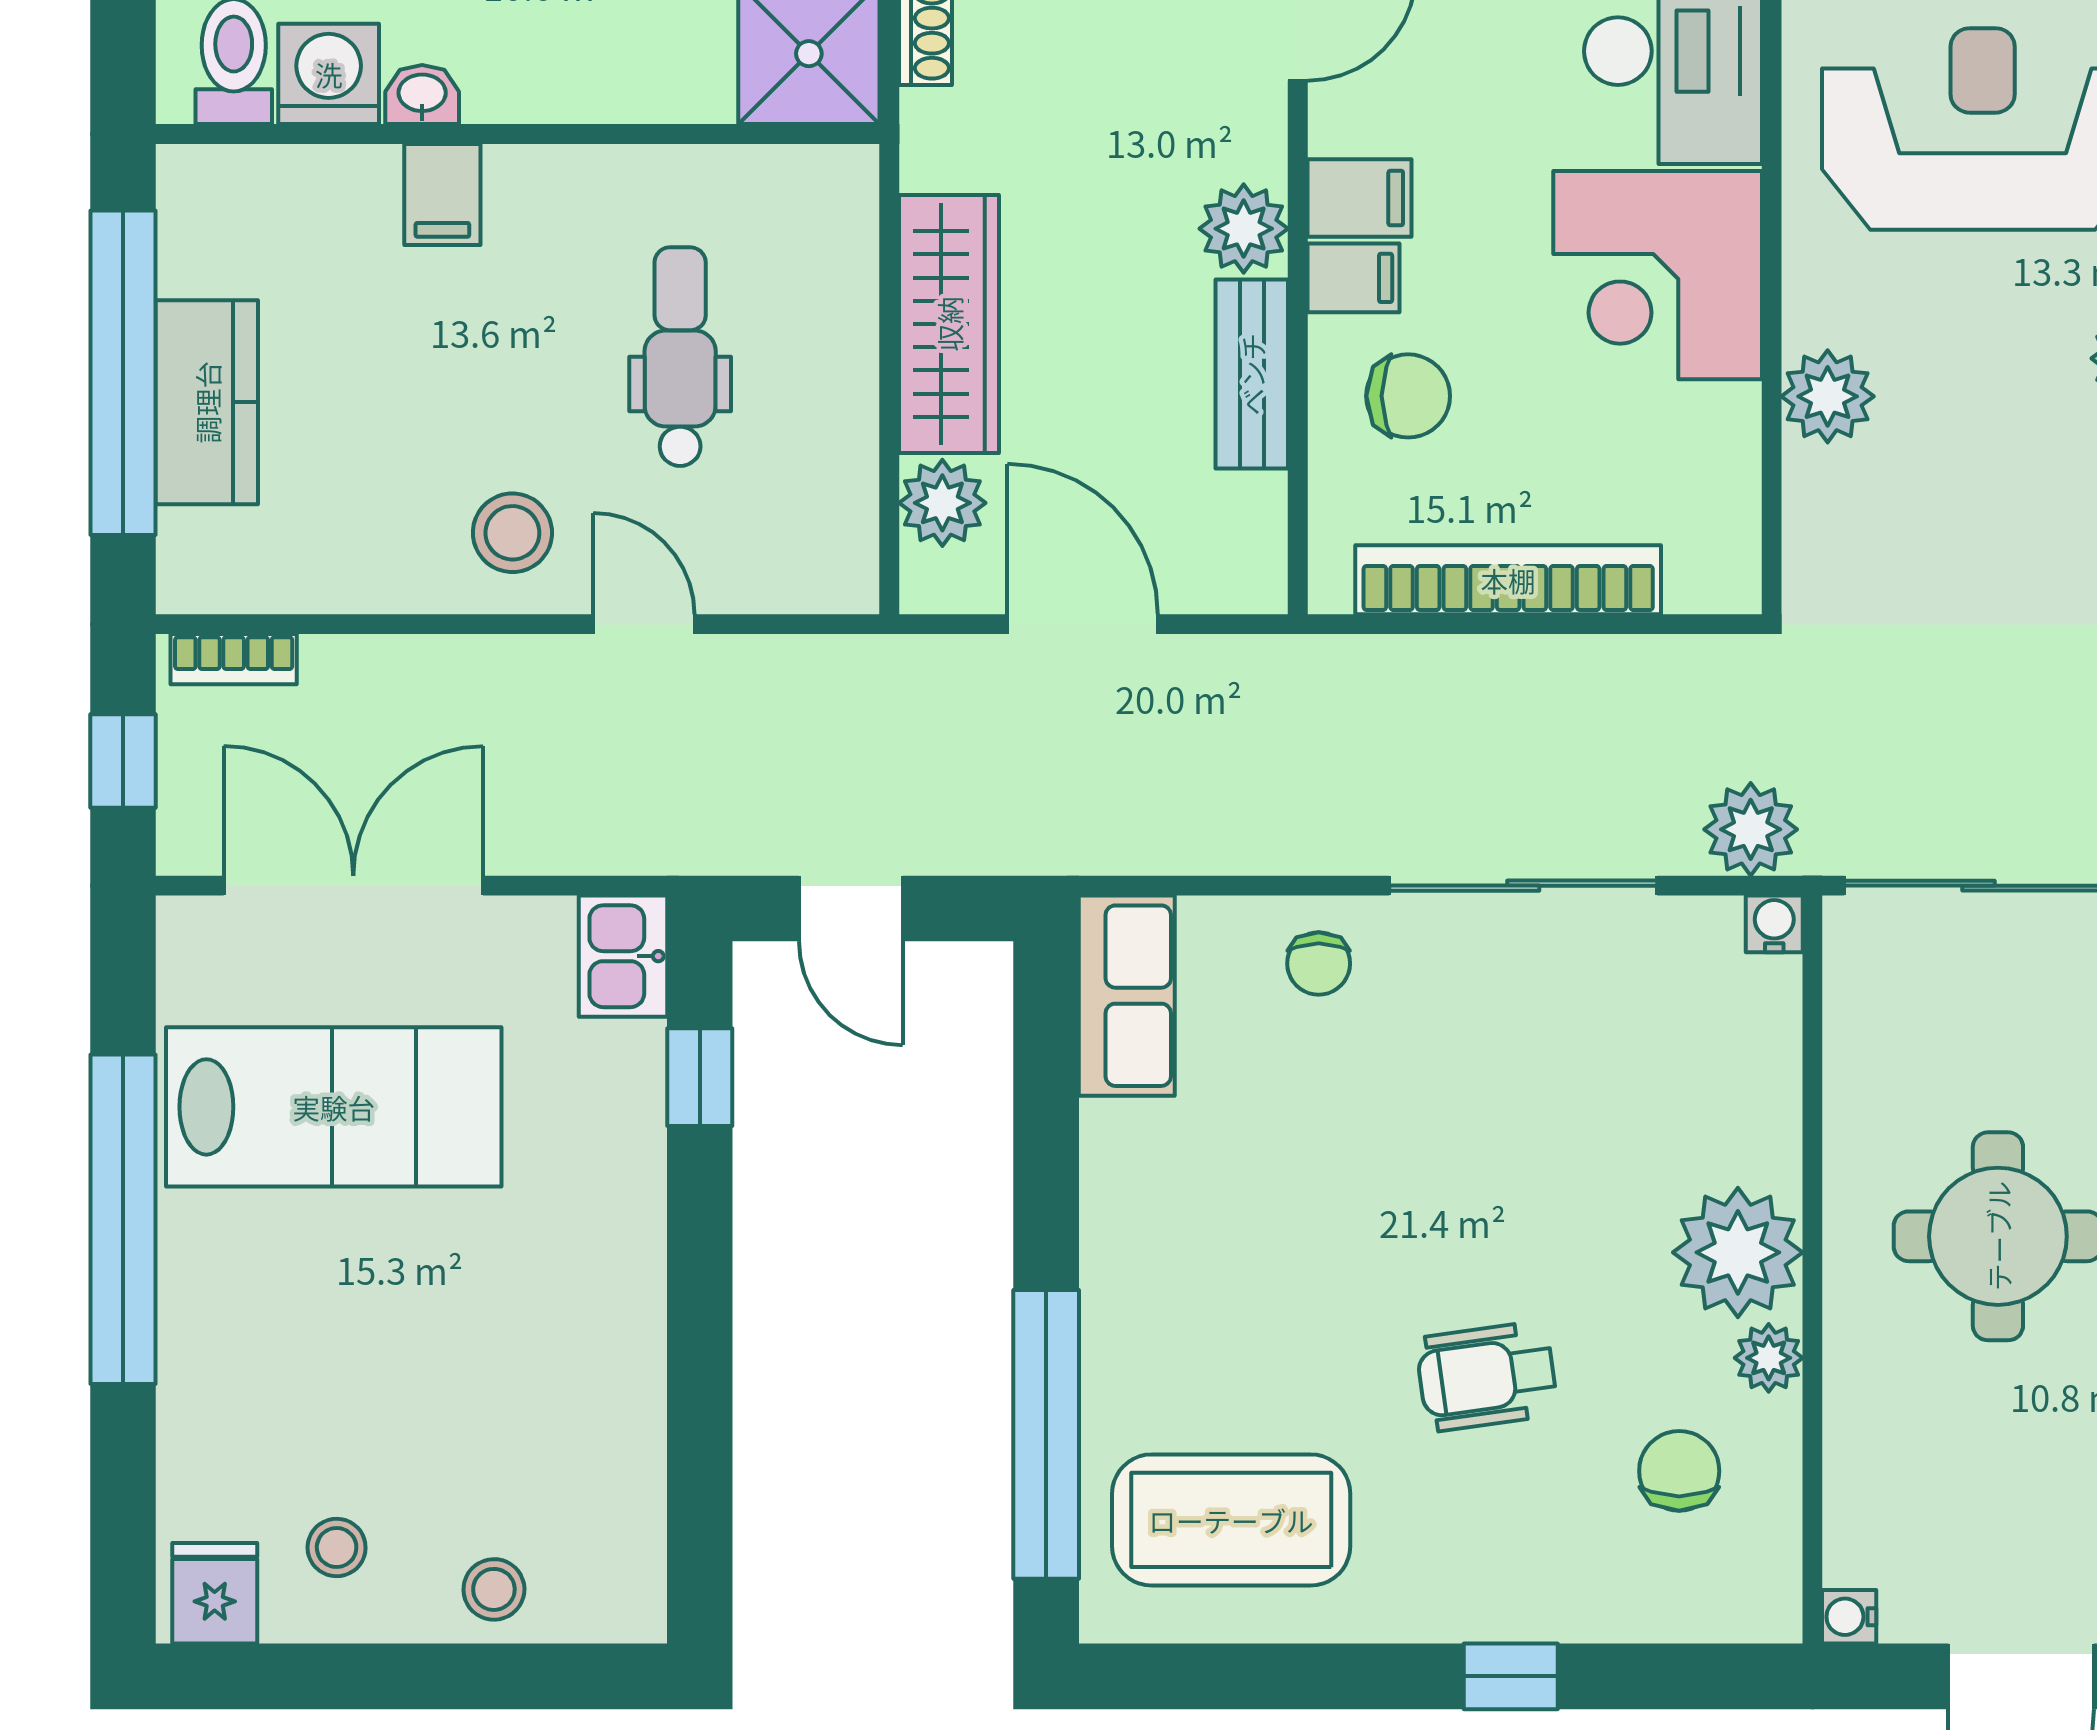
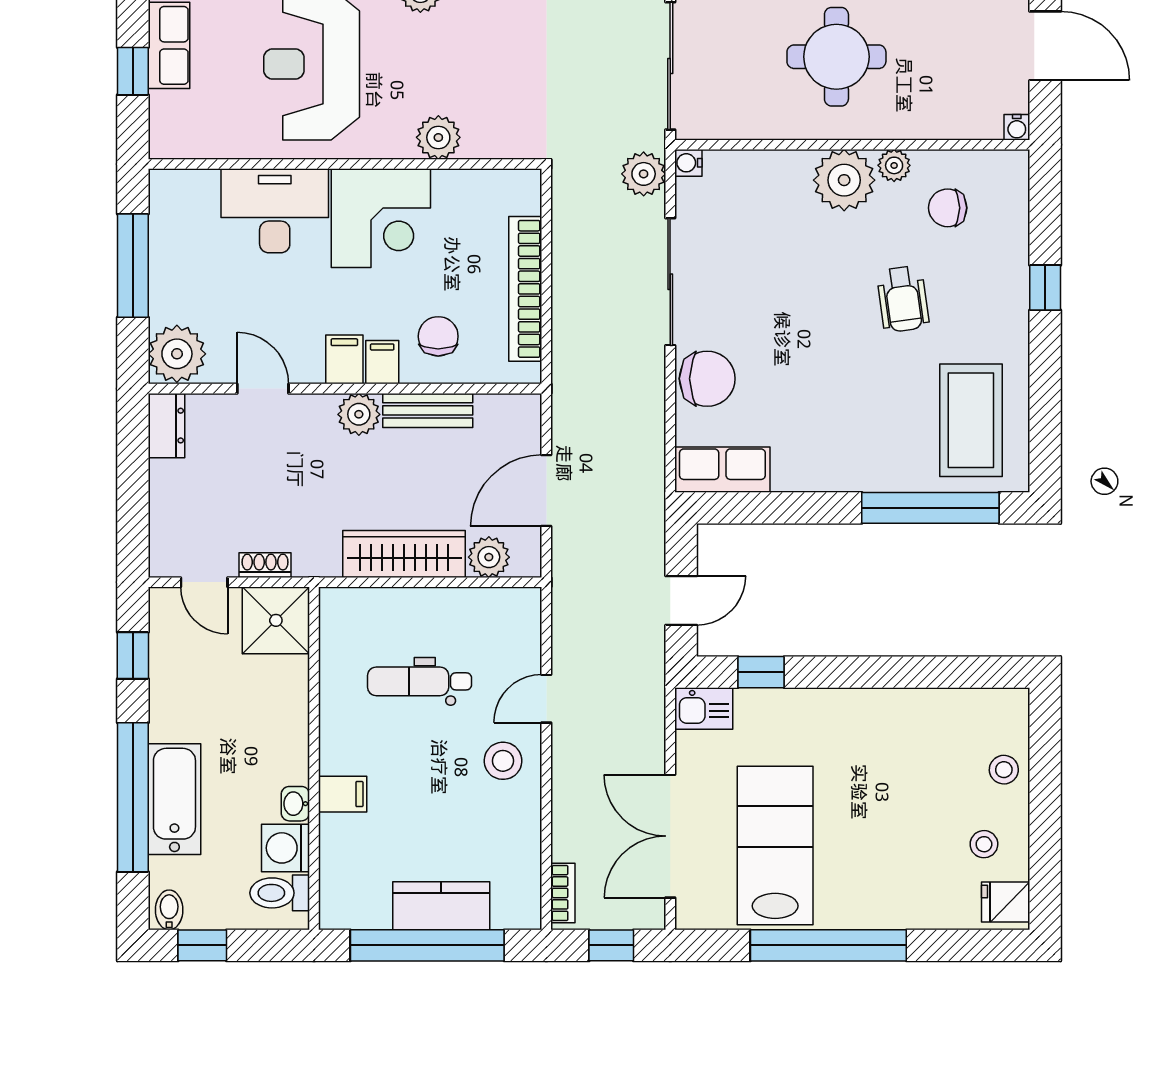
chair: (1319, 964) -> (707, 379), width x1.87, depth x1.87

